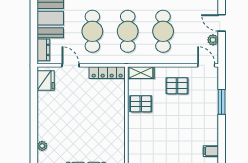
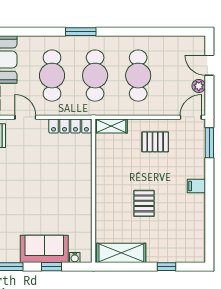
door: (206, 65) -> (191, 117), hinge flipped
window: (222, 102) -> (209, 143), moved
pallet: (141, 104) -> (144, 203), moved, turned 90
filing cabinet: (211, 151) -> (196, 186), moved

